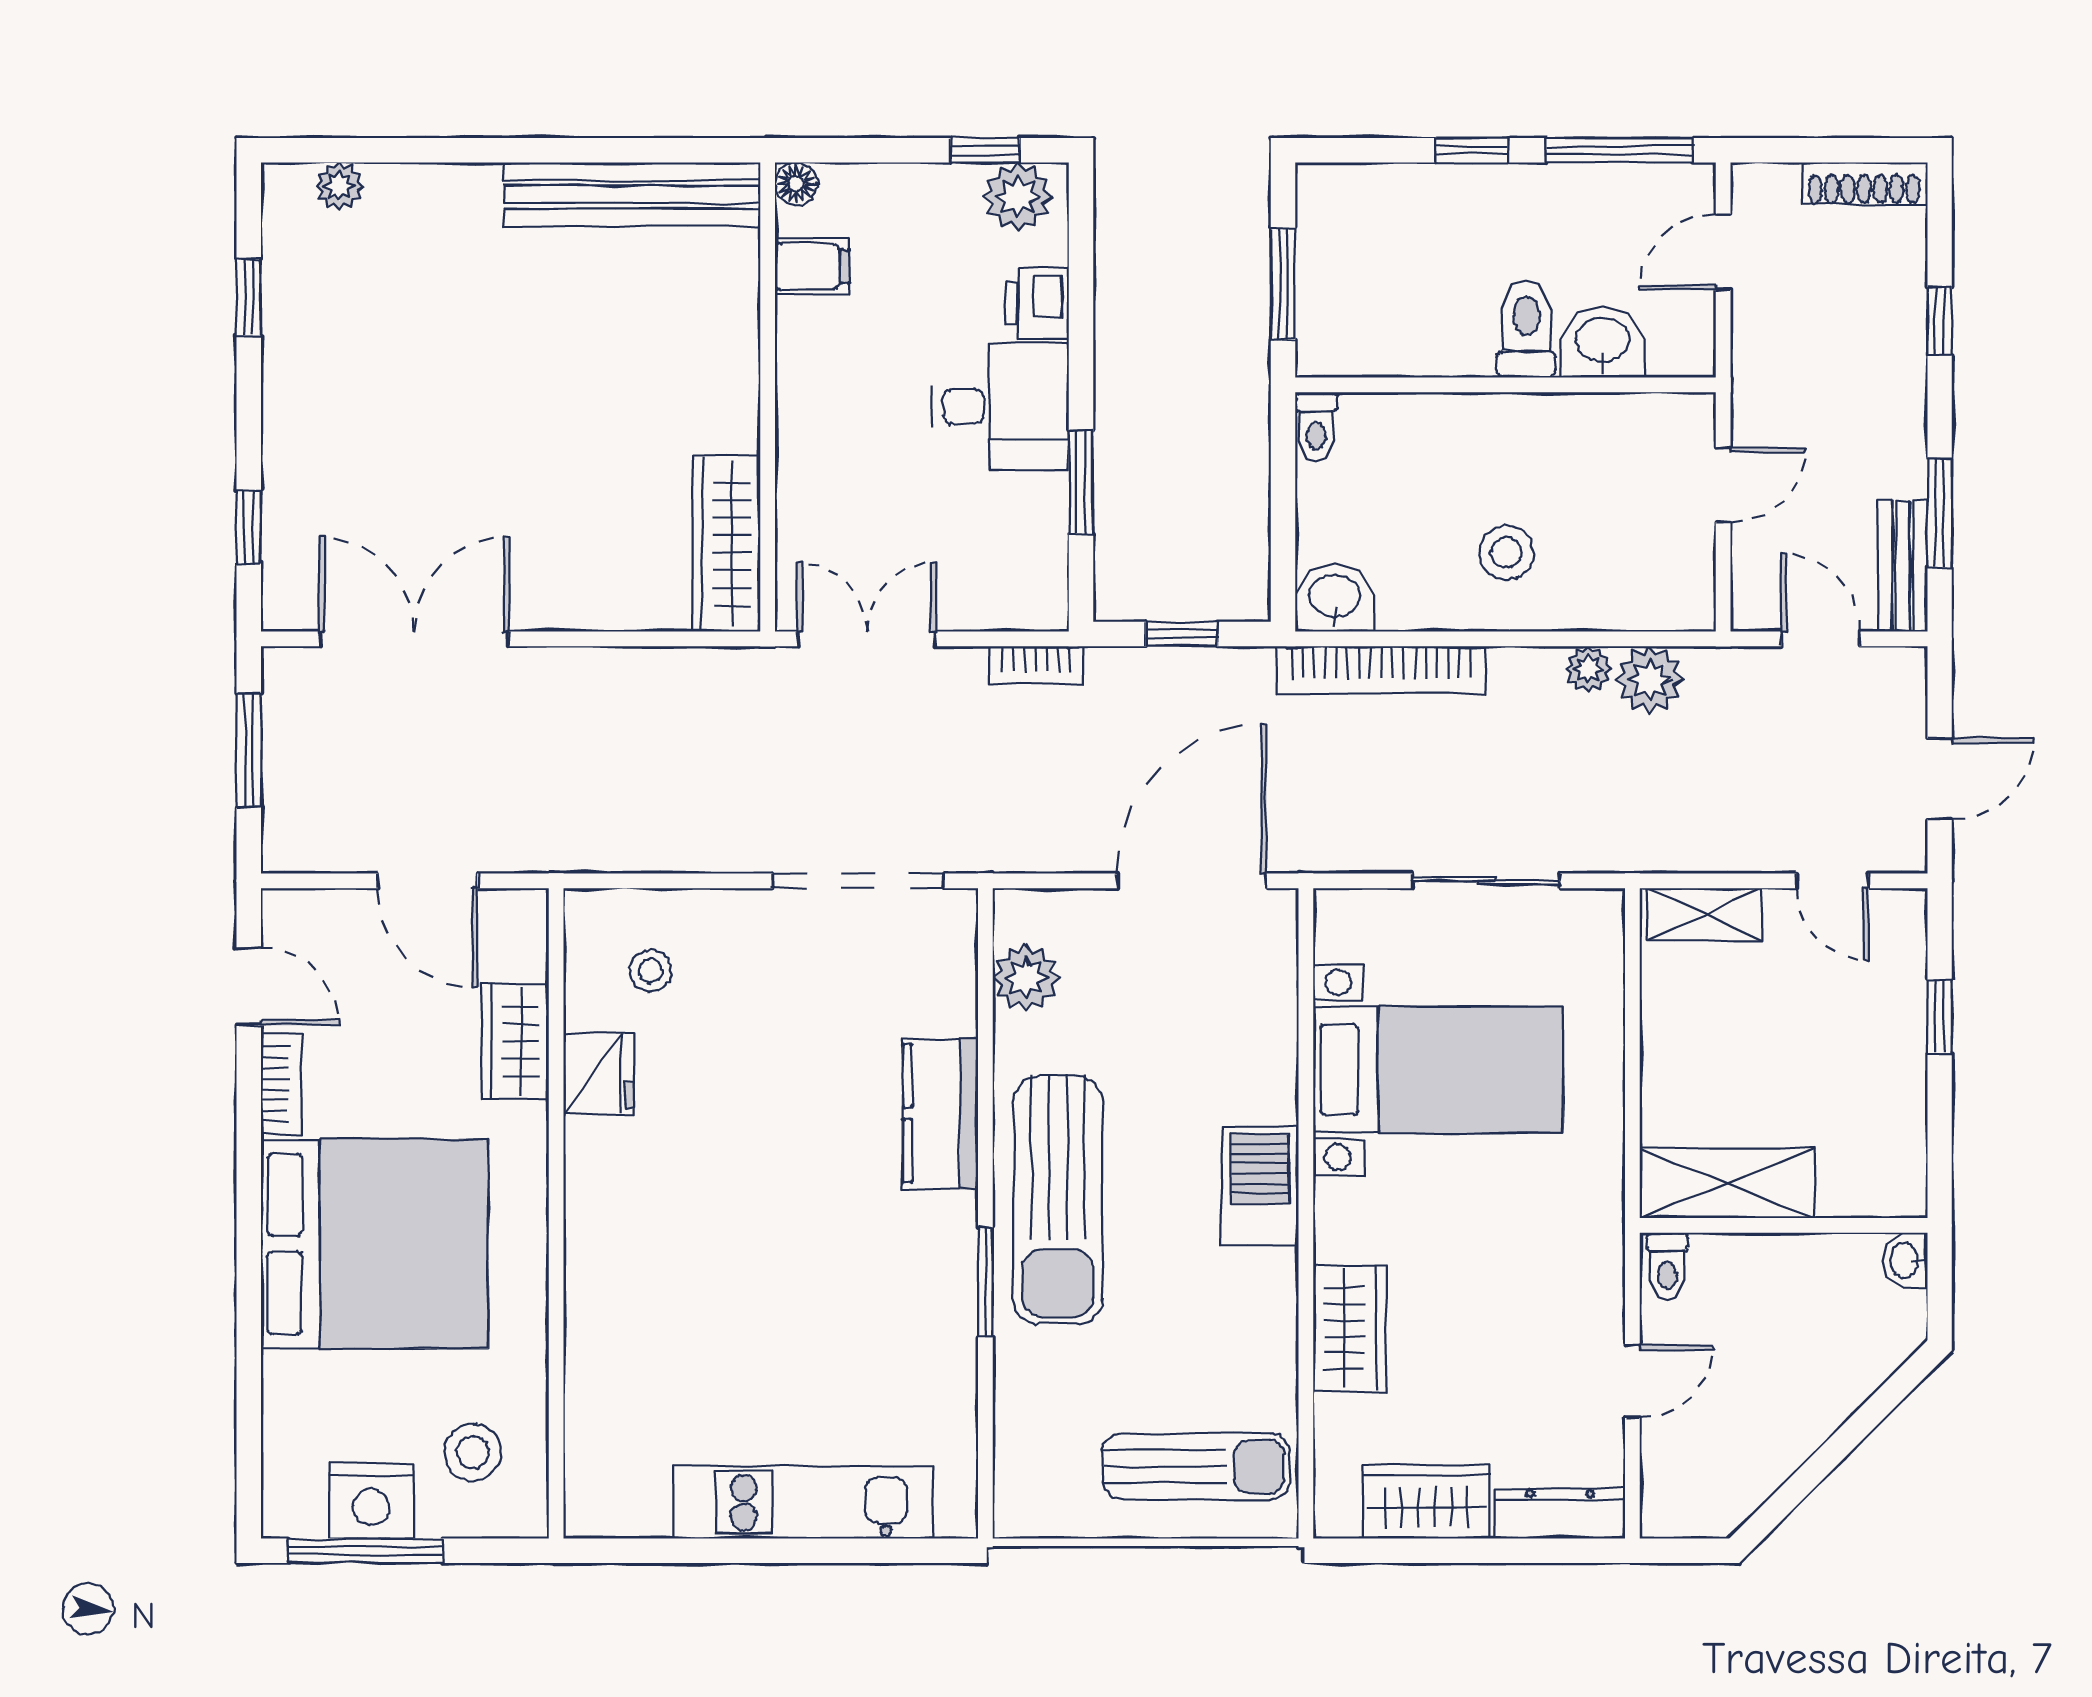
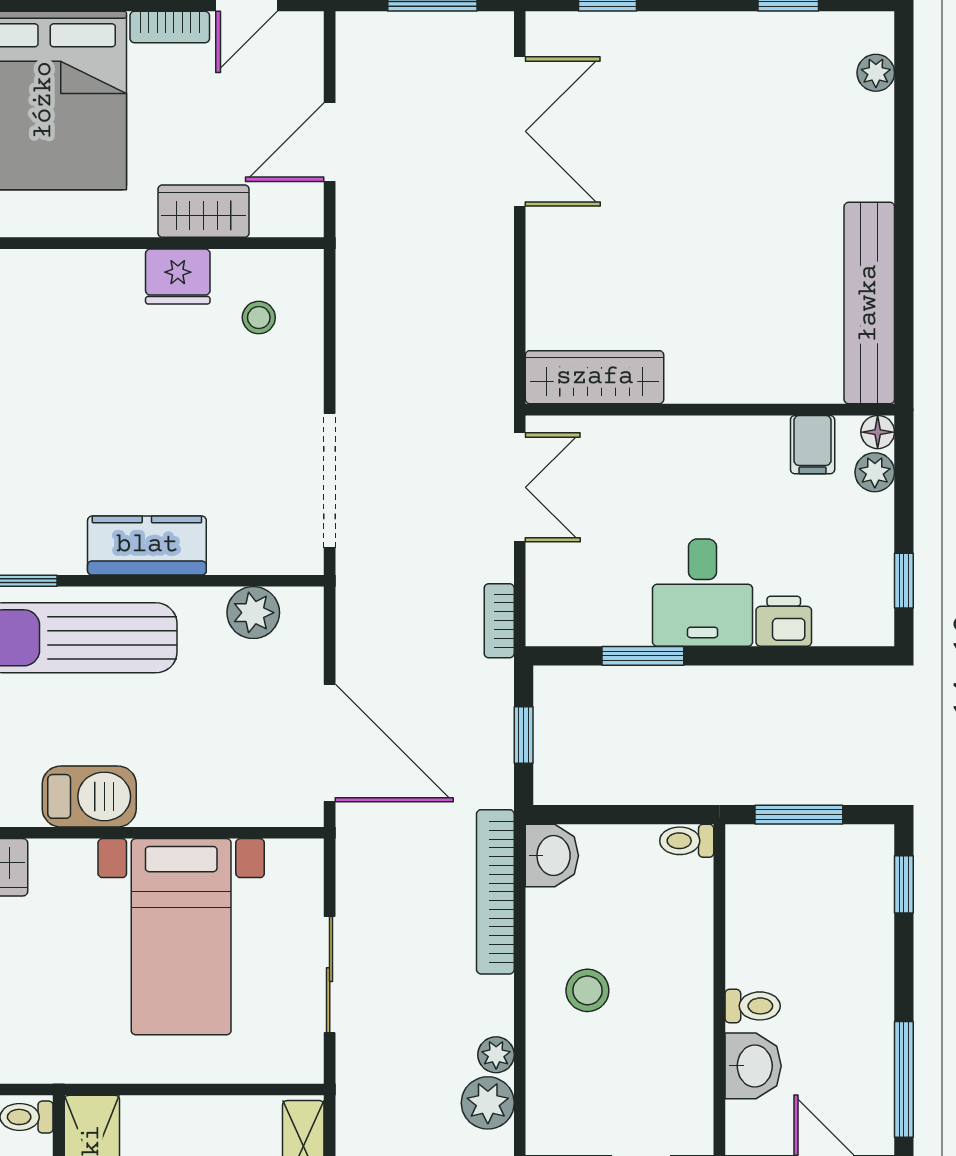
window: (1472, 150) -> (904, 884), moved
plant: (1018, 197) -> (875, 472), moved, width x0.73, depth x0.73
toilet: (1526, 329) -> (753, 1006), width x0.73, depth x0.72

